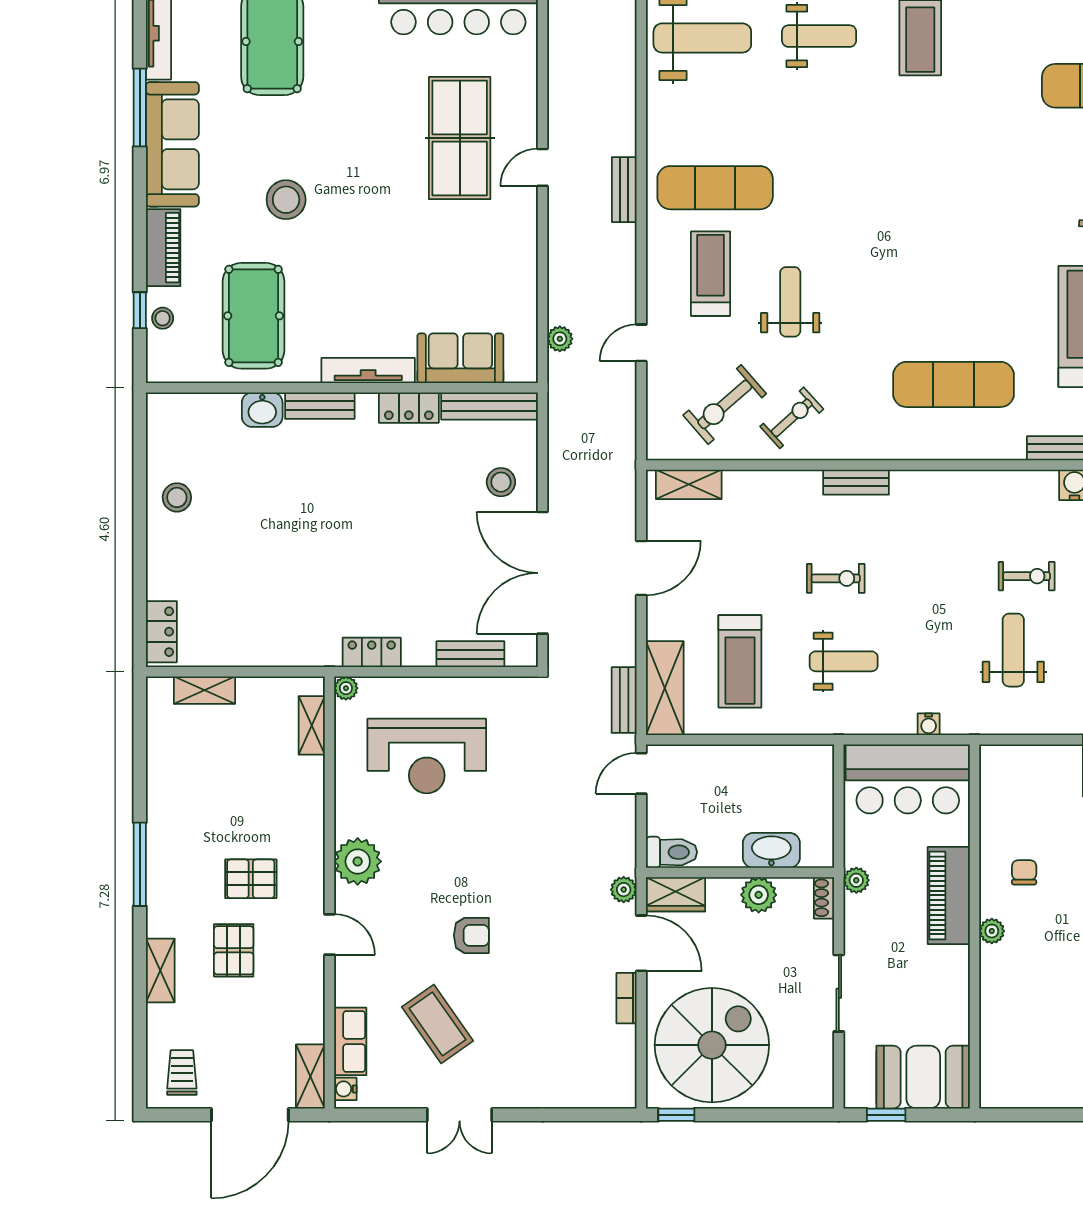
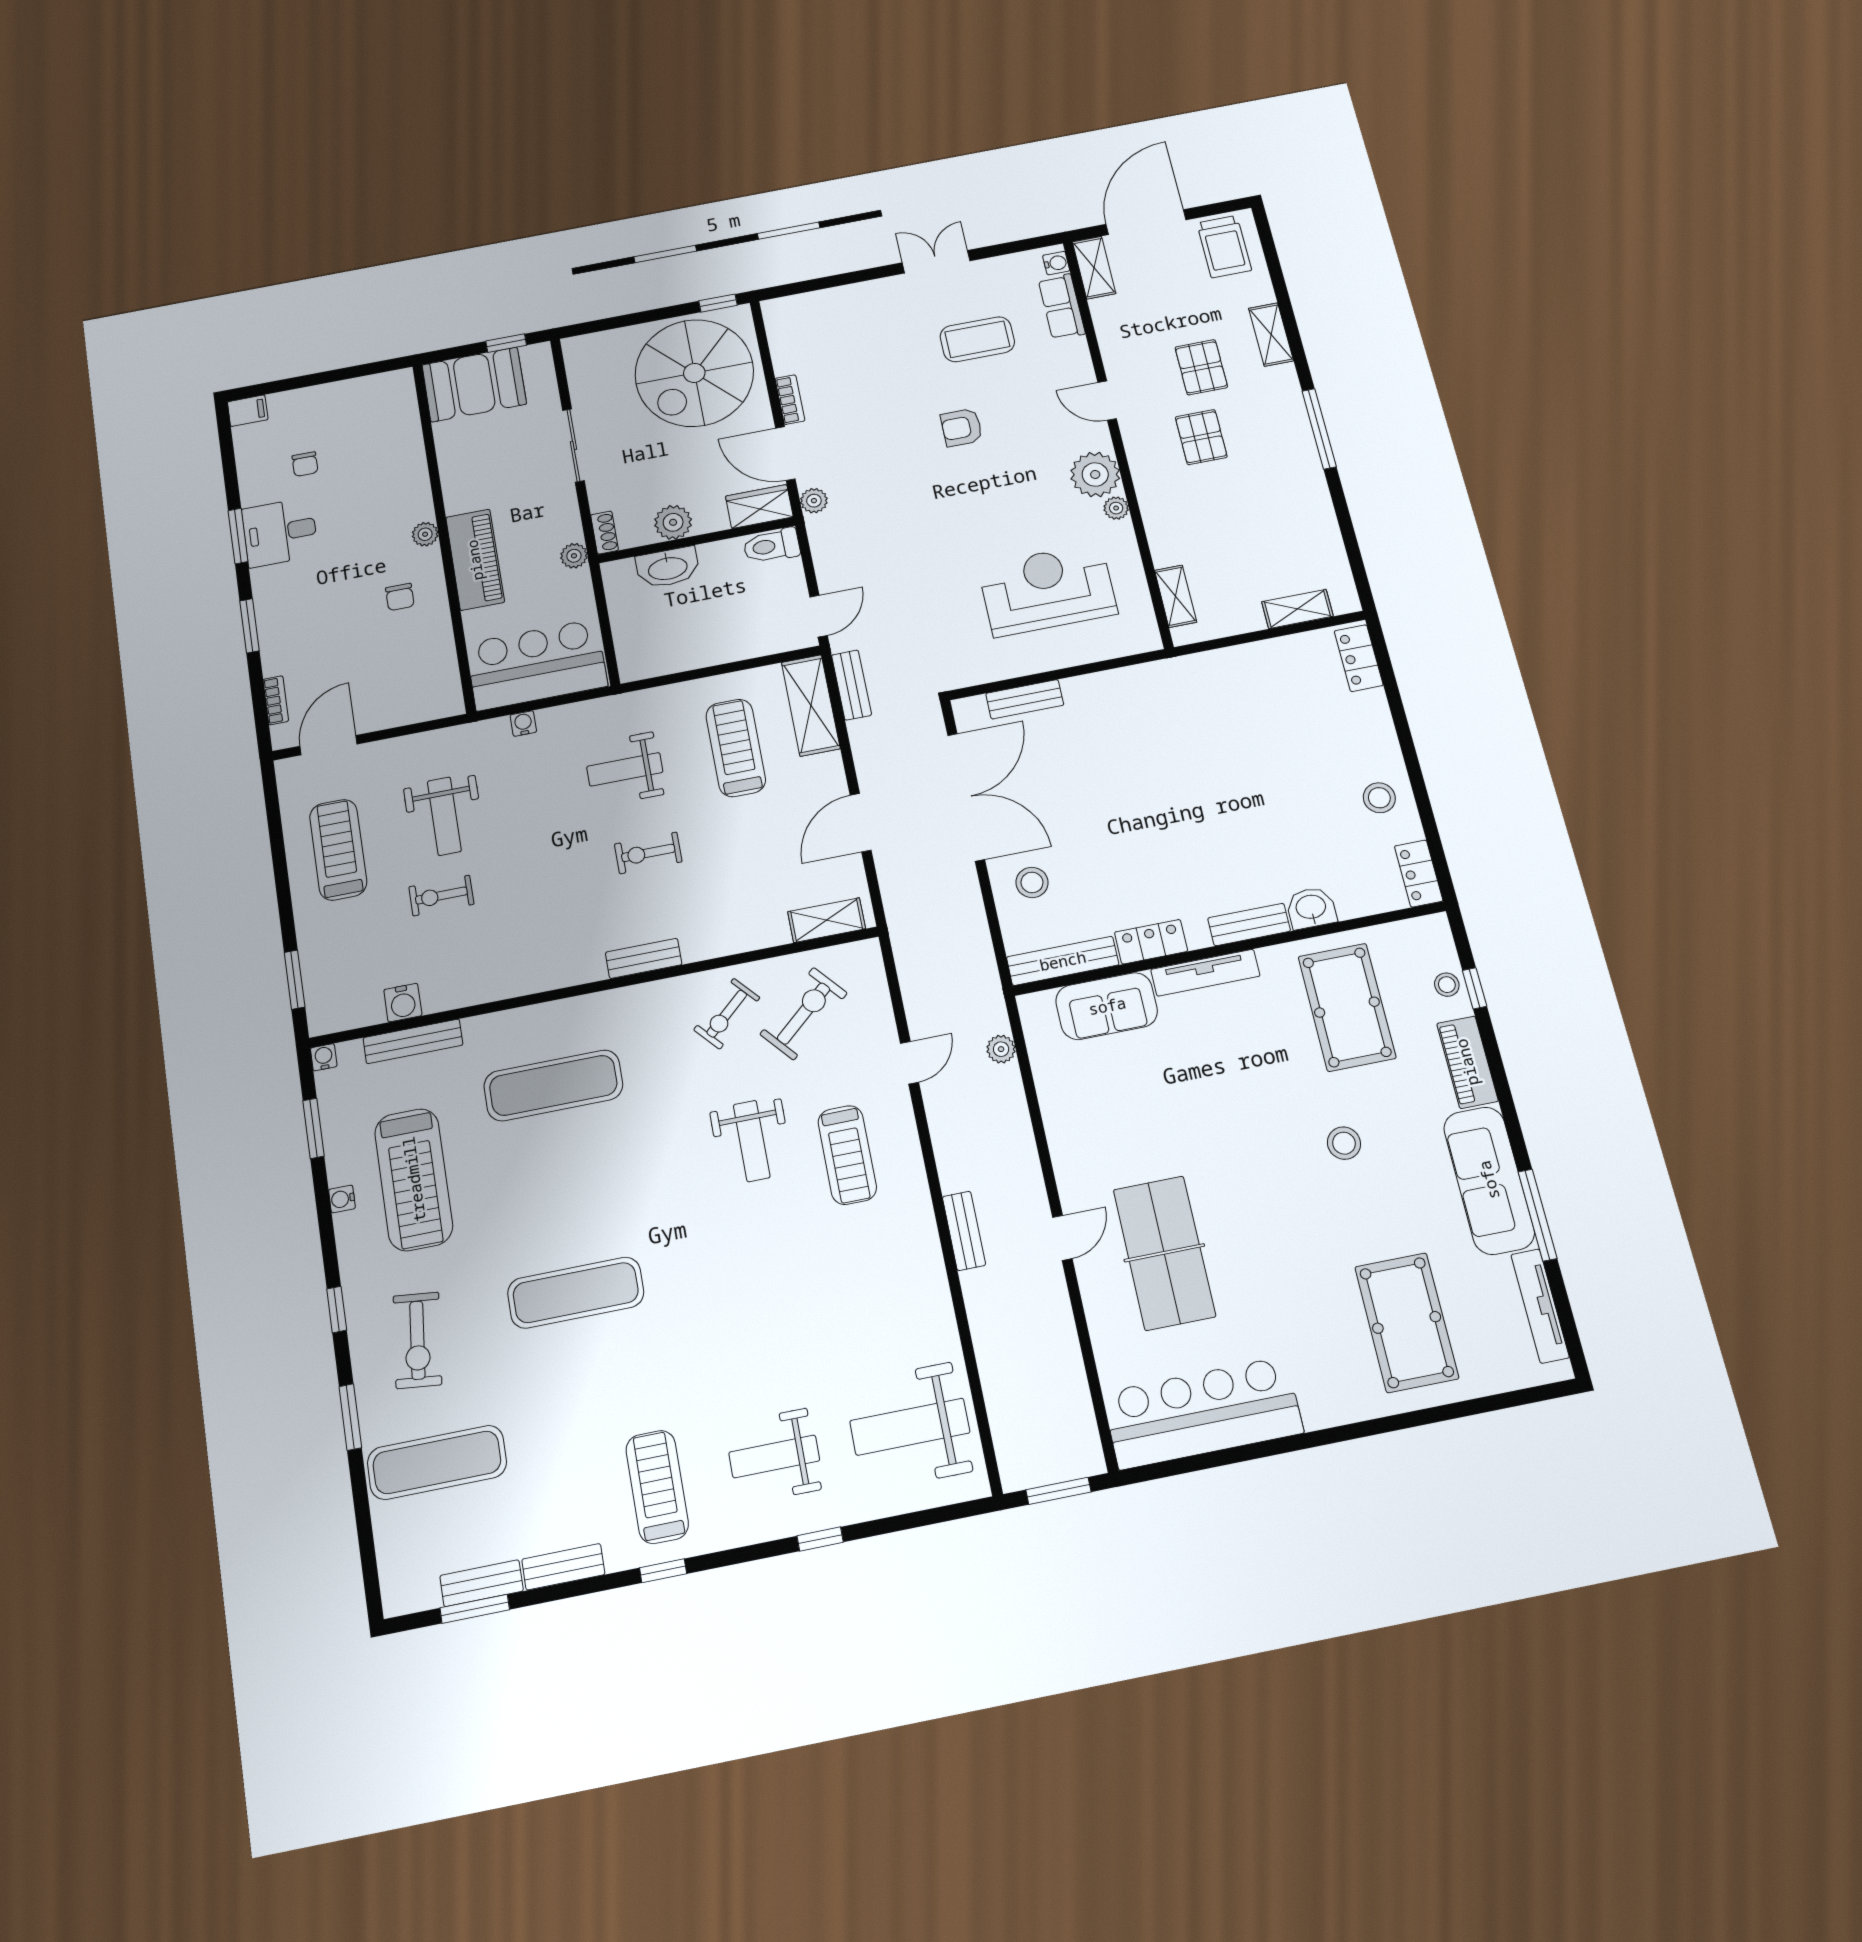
exercise mat: (715, 188) -> (576, 1293), moved
stool: (286, 200) -> (1344, 1143), width x0.73, depth x0.73
locker: (372, 652) -> (1419, 873), moved, turned 90
plant: (346, 688) -> (1116, 508), moved
pallet: (251, 879) -> (1201, 437), turned 90
coffee table: (437, 1024) -> (977, 339), turned -55
trolley: (182, 1073) -> (1224, 247), width x1.36, depth x1.39

